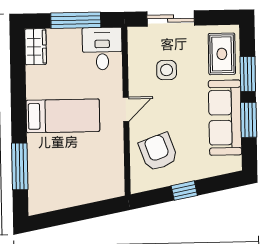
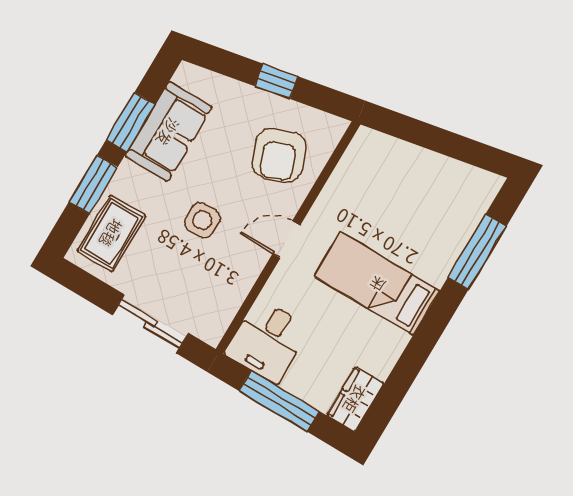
side table: (167, 70) -> (202, 220), moved
sofa: (225, 118) -> (168, 132), width x0.73

